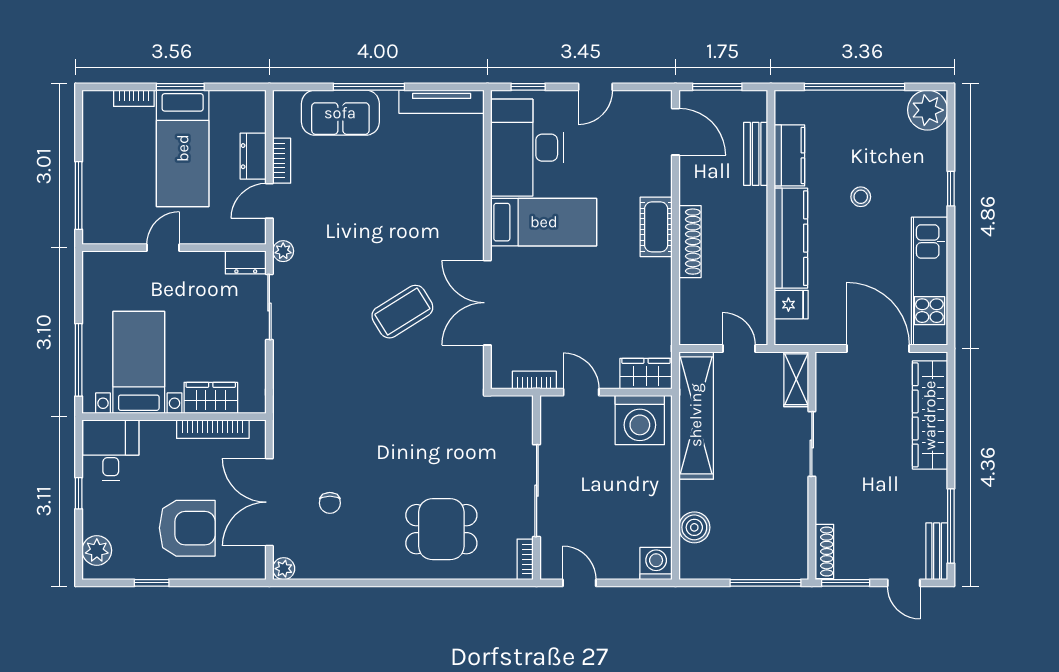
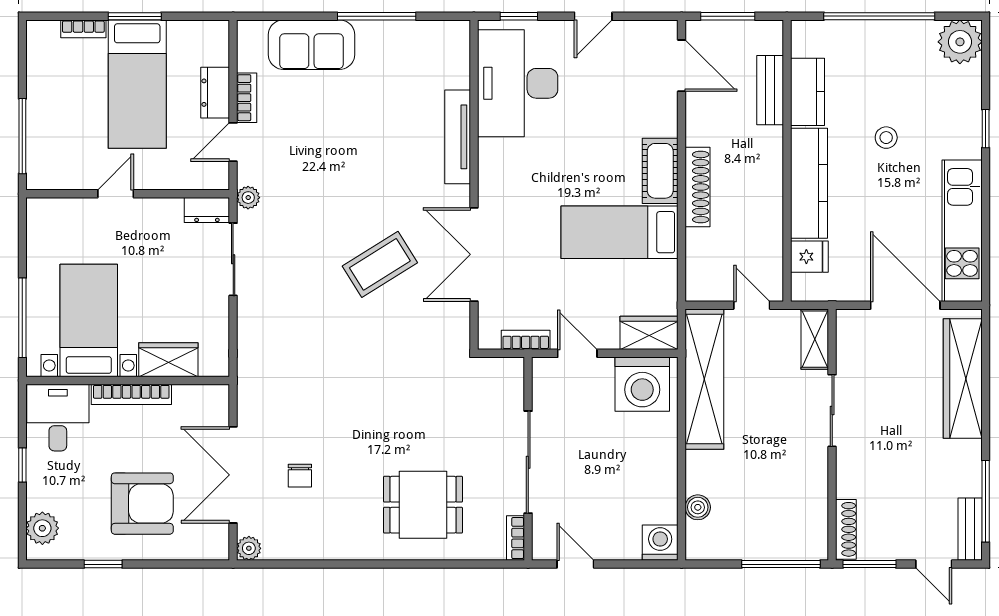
window: (369, 87) -> (377, 16), moved
tv unit: (442, 102) -> (458, 137), moved, turned 90
bed: (544, 222) -> (620, 232), moved, turned 180
bookcase: (213, 429) -> (131, 394), moved
boiler: (694, 527) -> (698, 507), width x0.73, depth x0.73

